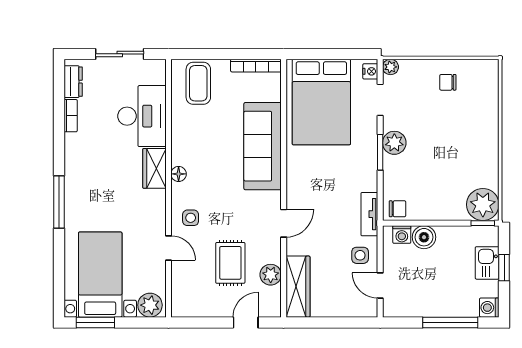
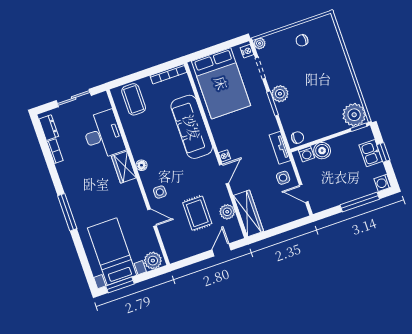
nightstand: (293, 199) -> (224, 156), added

